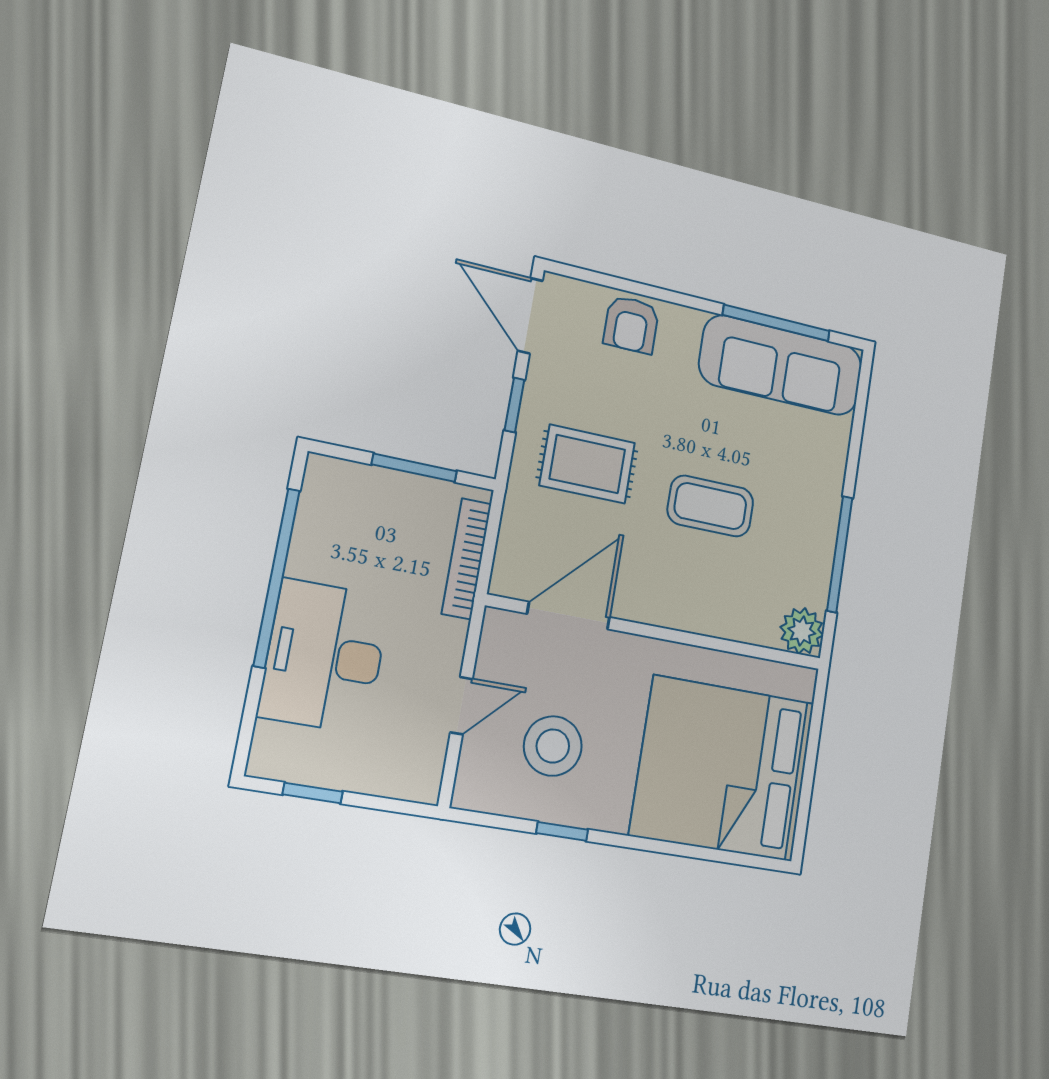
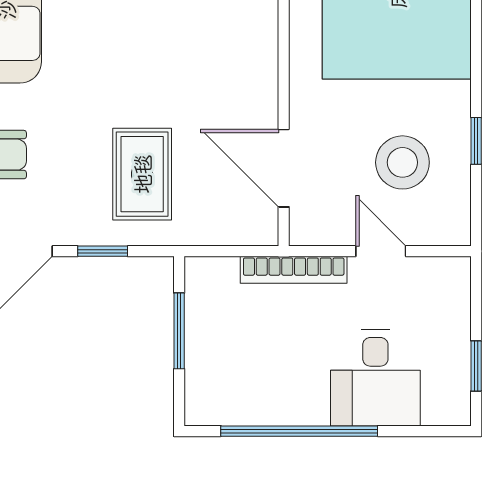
coffee table: (710, 506) -> (156, 49), removed
bookcase: (467, 559) -> (294, 270), moved
desk: (325, 656) -> (375, 378), width x0.73

